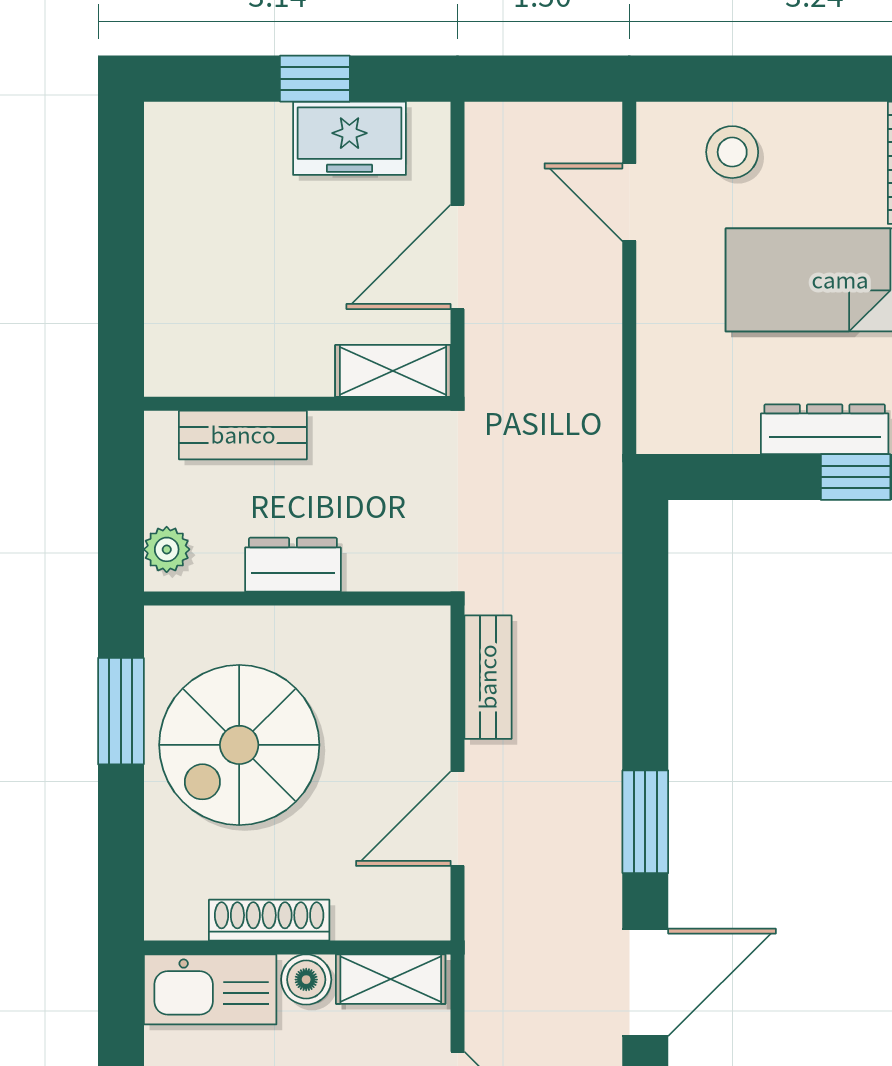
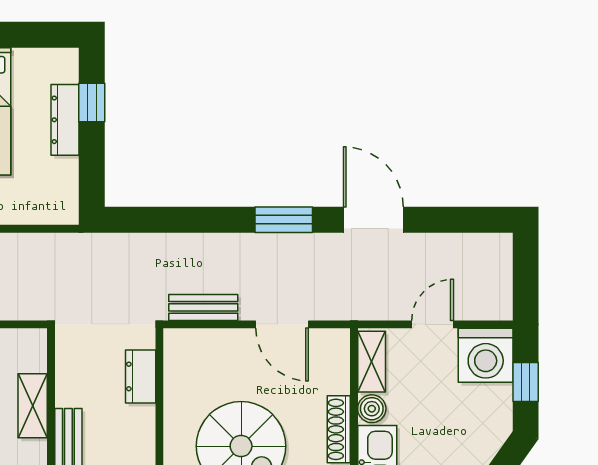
shelving: (393, 371) -> (33, 406), moved
dresser: (293, 565) -> (141, 376), moved

